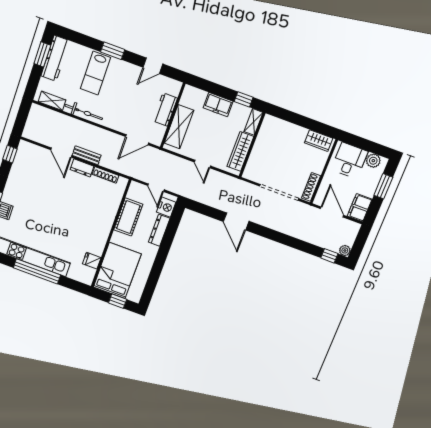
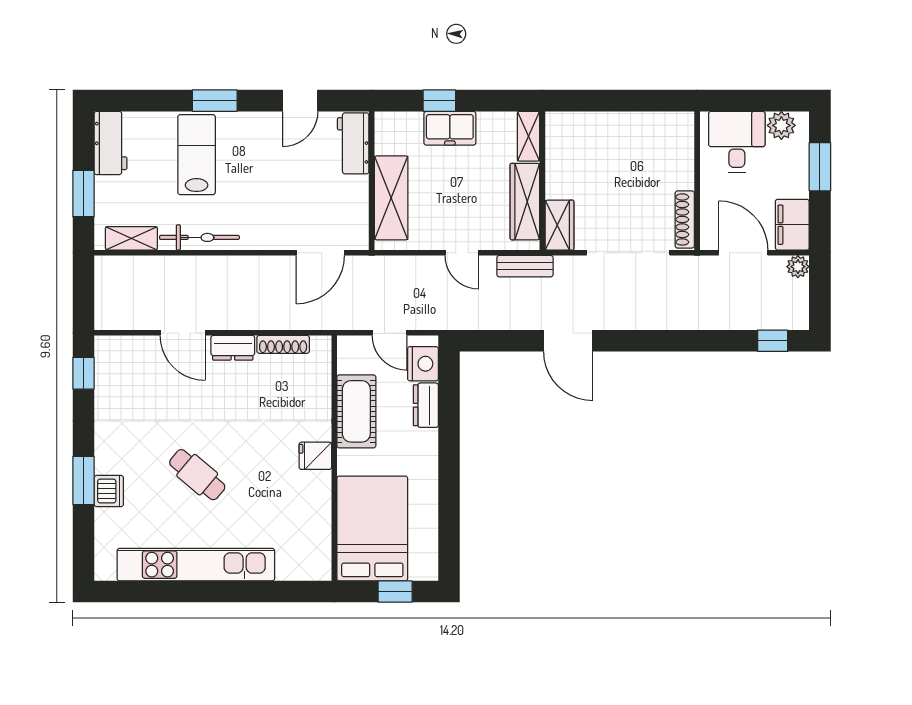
window: (42, 54) -> (83, 194), moved
workbench: (55, 58) -> (111, 143), width x0.73
lab bench: (95, 73) -> (197, 155), turned 180
window: (244, 99) -> (439, 101), moved
workbench: (165, 110) -> (353, 143), moved
wardrobe: (319, 141) -> (560, 225), moved, turned -90
bench: (87, 155) -> (525, 266), moved
cafe table: (47, 218) -> (197, 475), added
dresser: (159, 230) -> (426, 405), width x0.70
plant: (345, 250) -> (798, 267), moved
fridge: (92, 261) -> (315, 456), moved
window: (37, 271) -> (214, 592), removed

